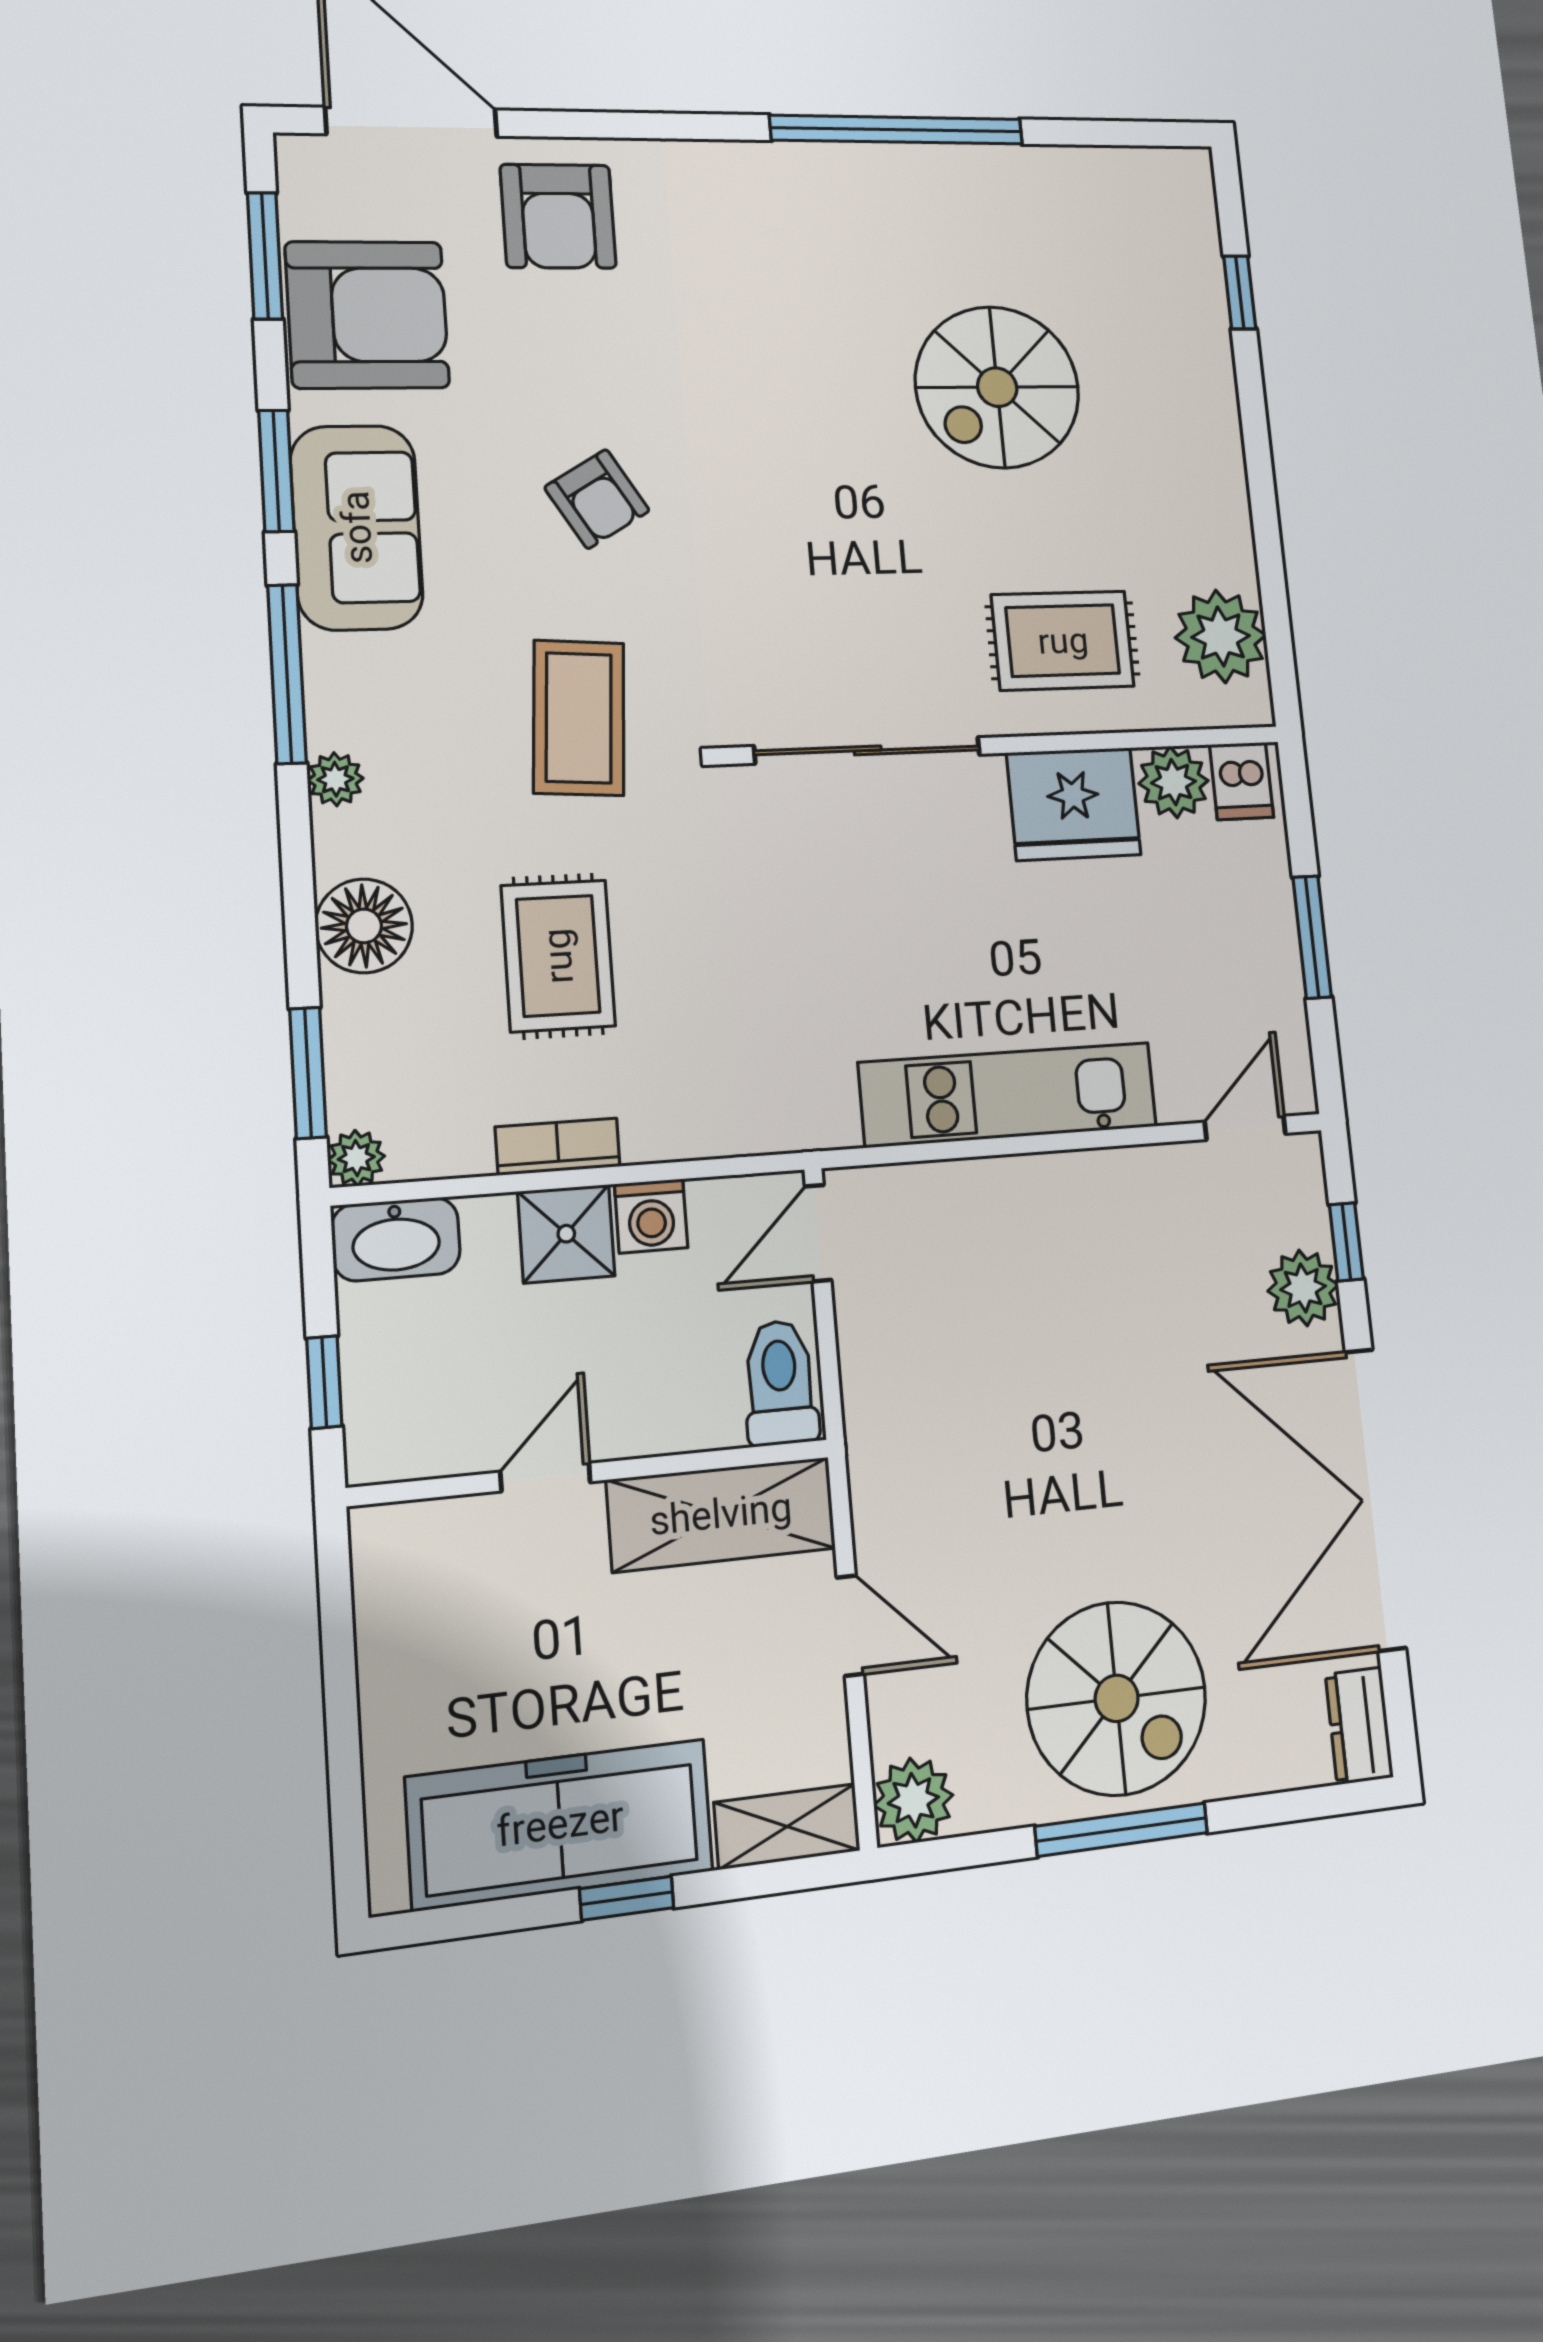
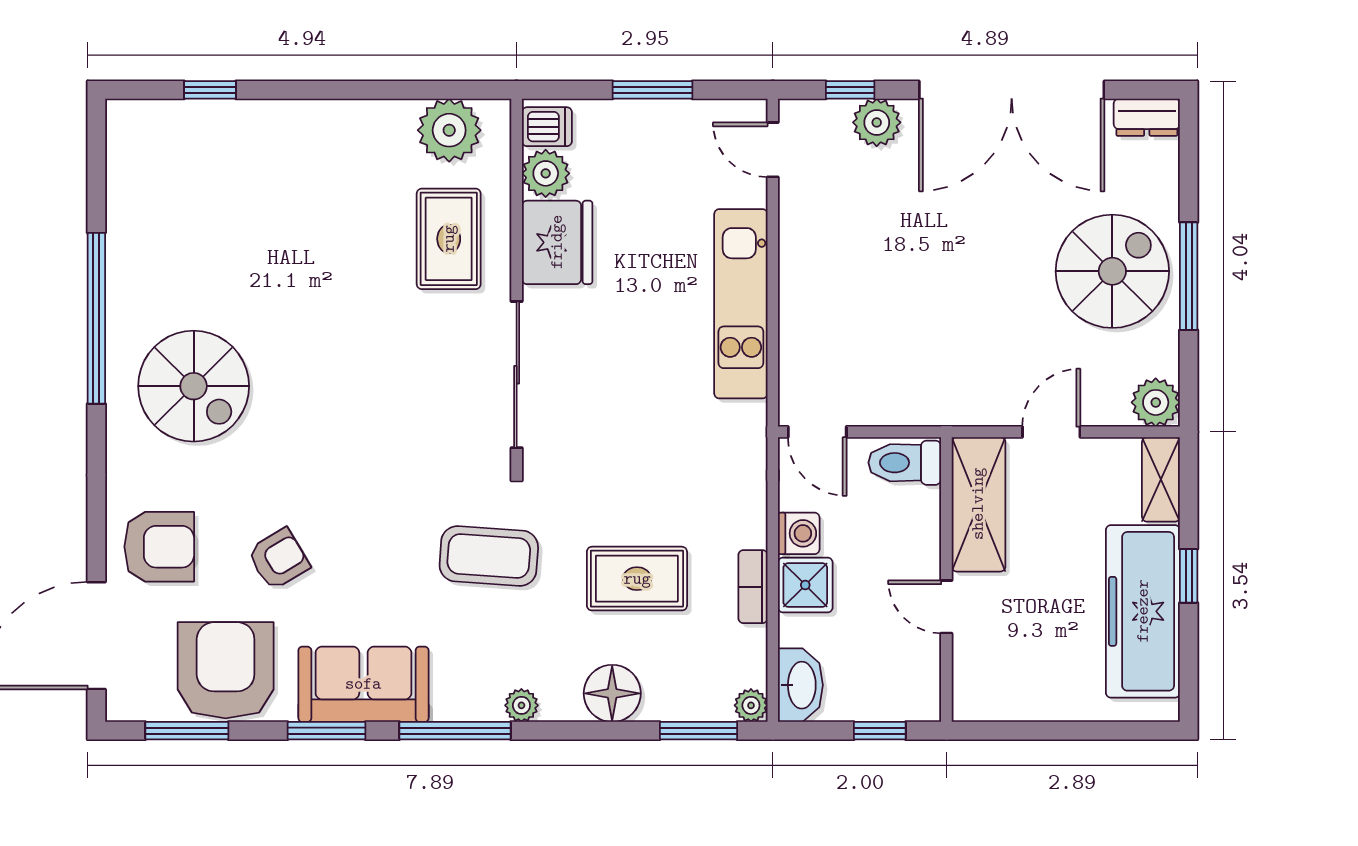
spiral stairs: (997, 387) -> (194, 386), moved
armchair: (597, 499) -> (279, 559), moved

